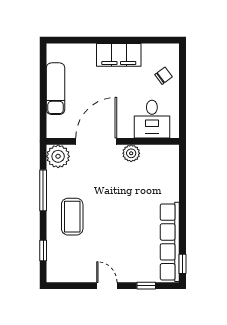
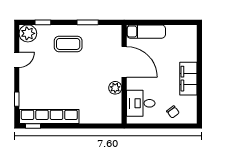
exam couch: (56, 89) -> (146, 32), moved
plant: (58, 156) -> (28, 33), moved
window: (43, 190) -> (88, 22), width x0.69
door: (107, 286) -> (17, 60), moved

